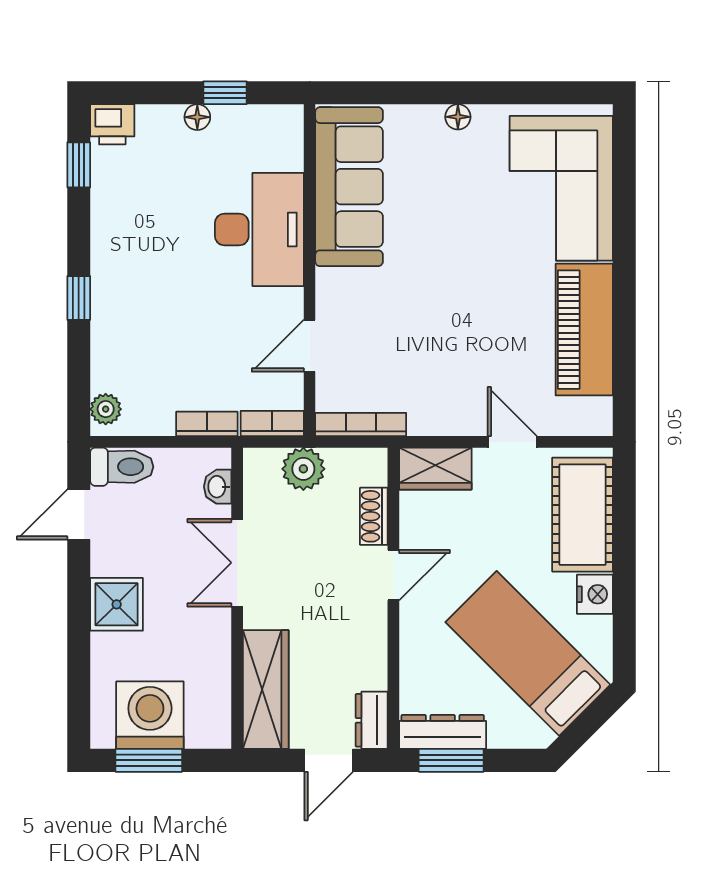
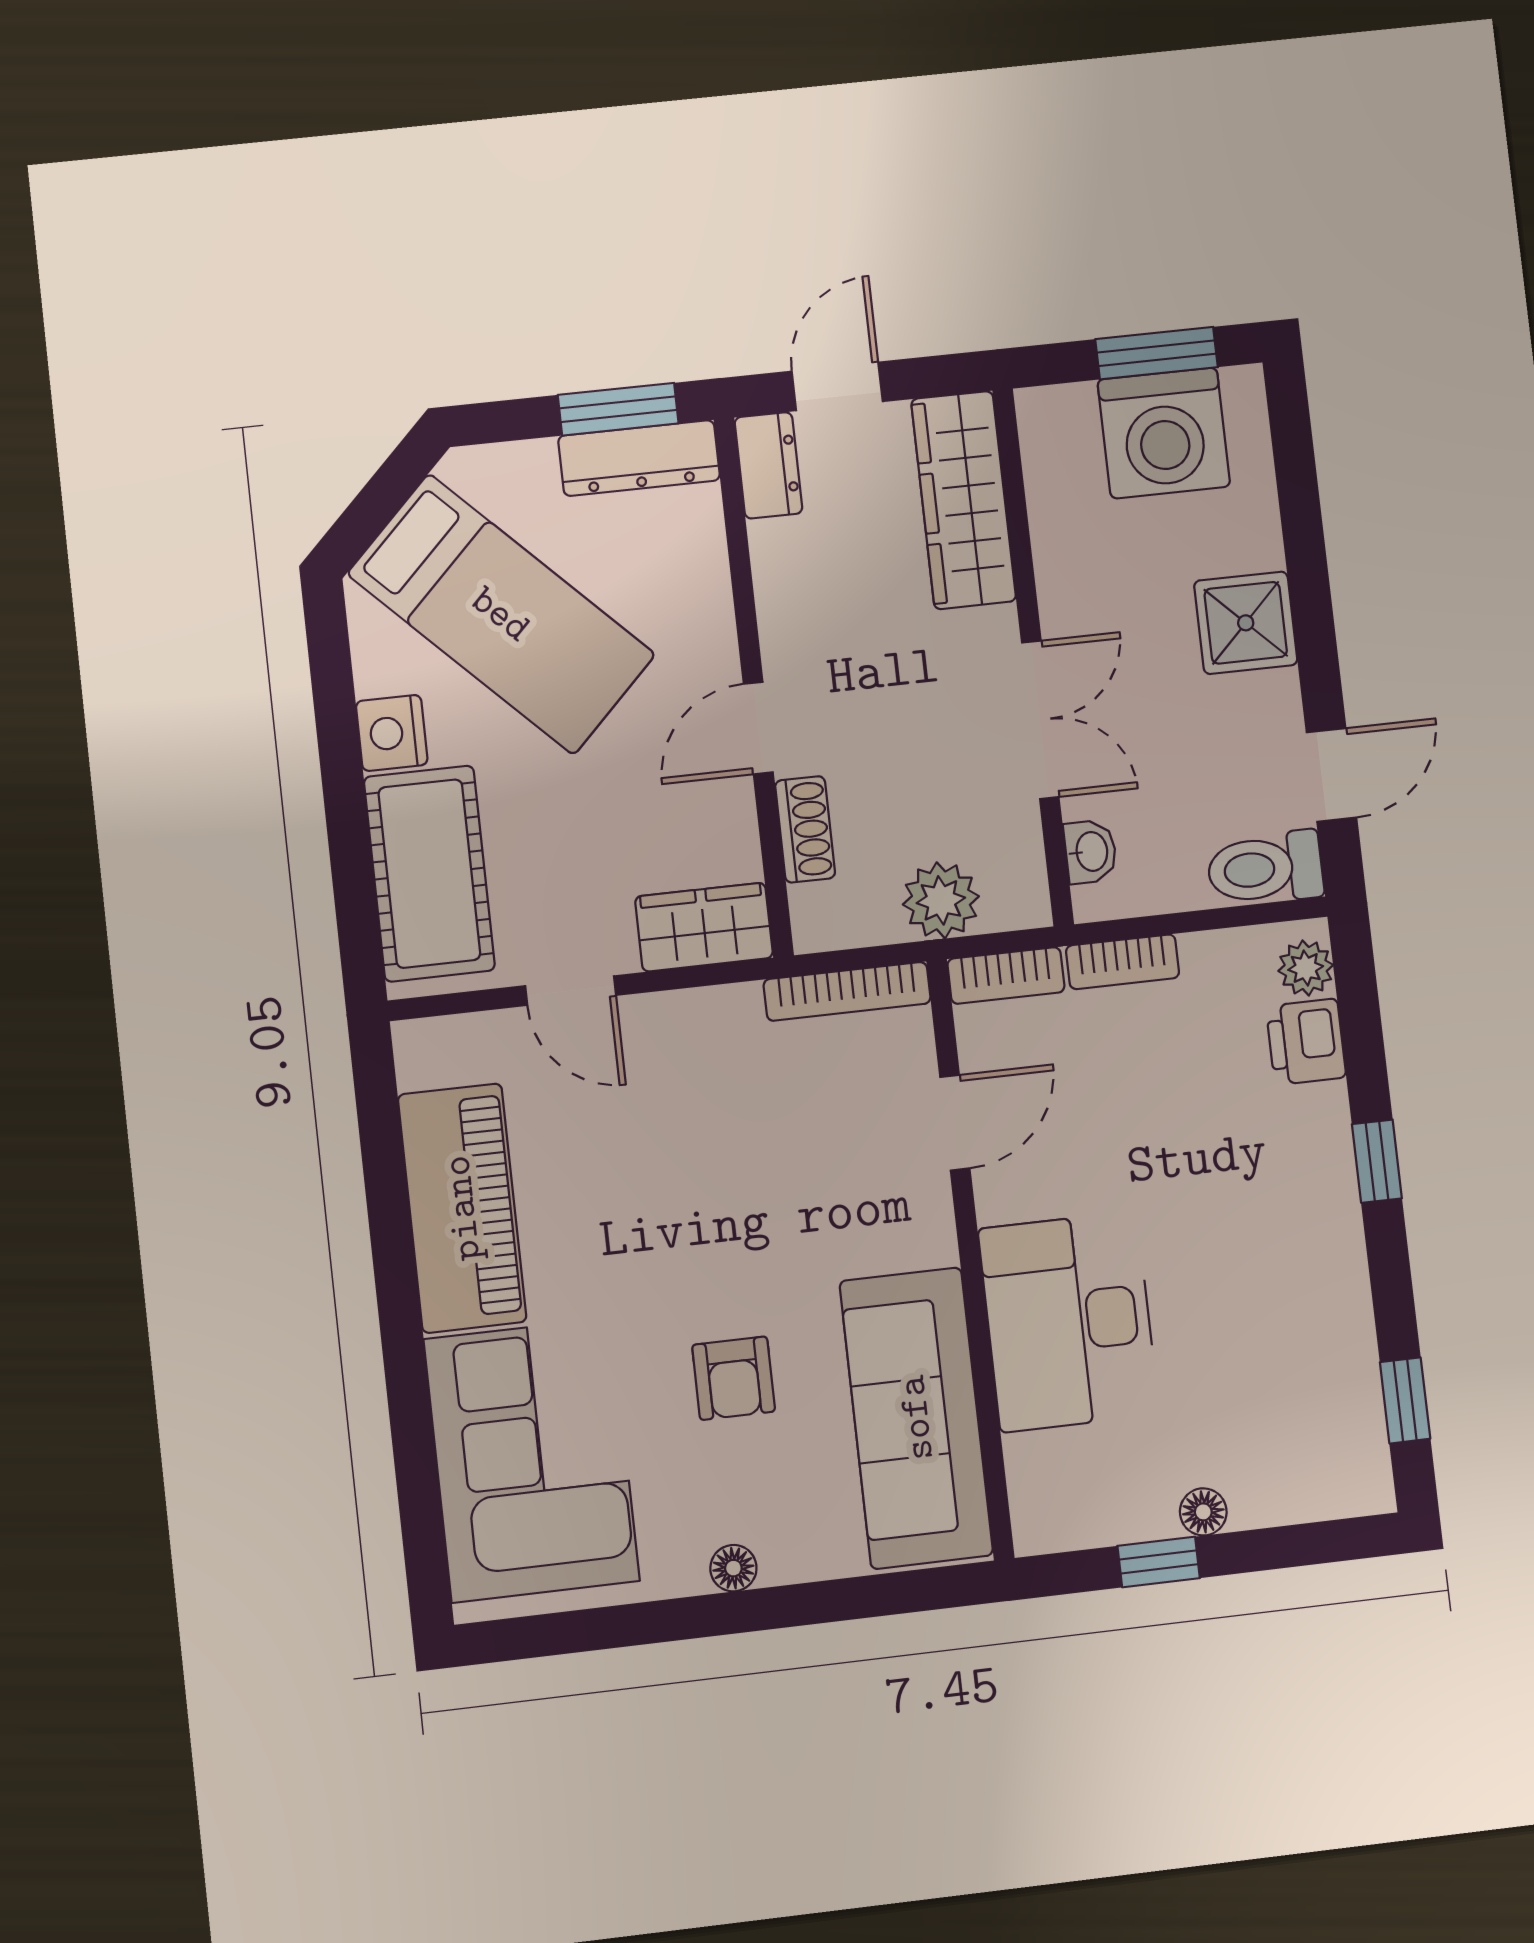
printer: (112, 124) -> (1306, 1042), moved, turned -90
armchair: (446, 220) -> (734, 1378), added

